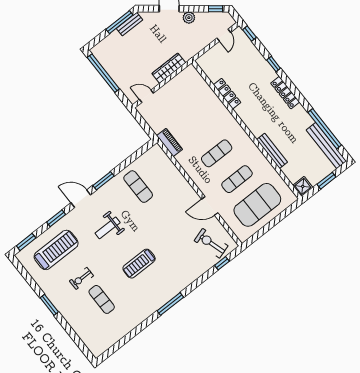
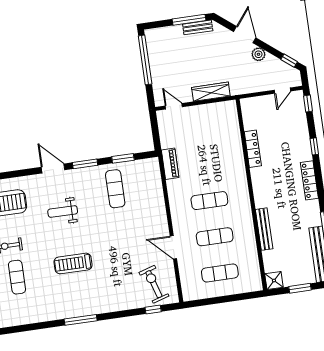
exercise mat: (257, 205) -> (220, 273), width x0.50, depth x0.69
window: (56, 218) -> (123, 158), moved

